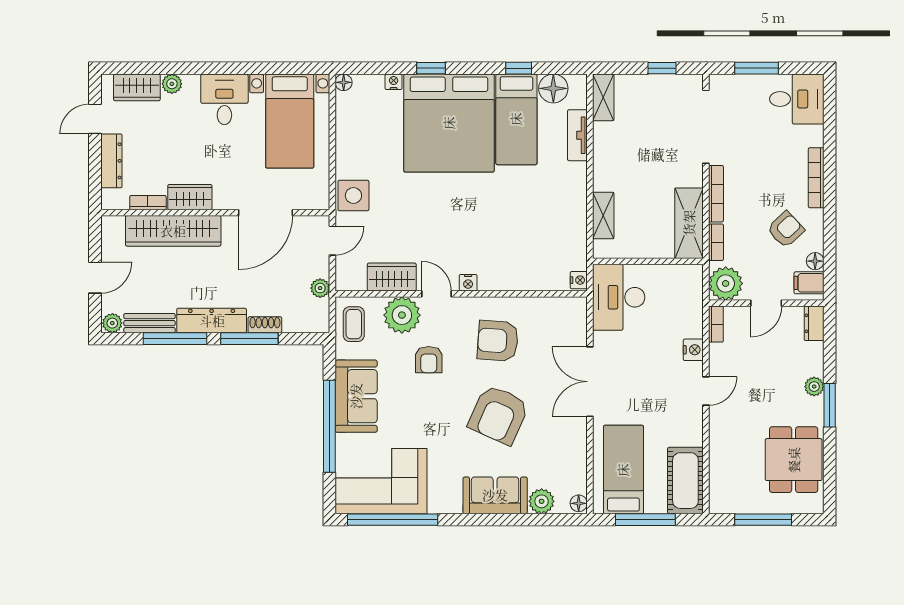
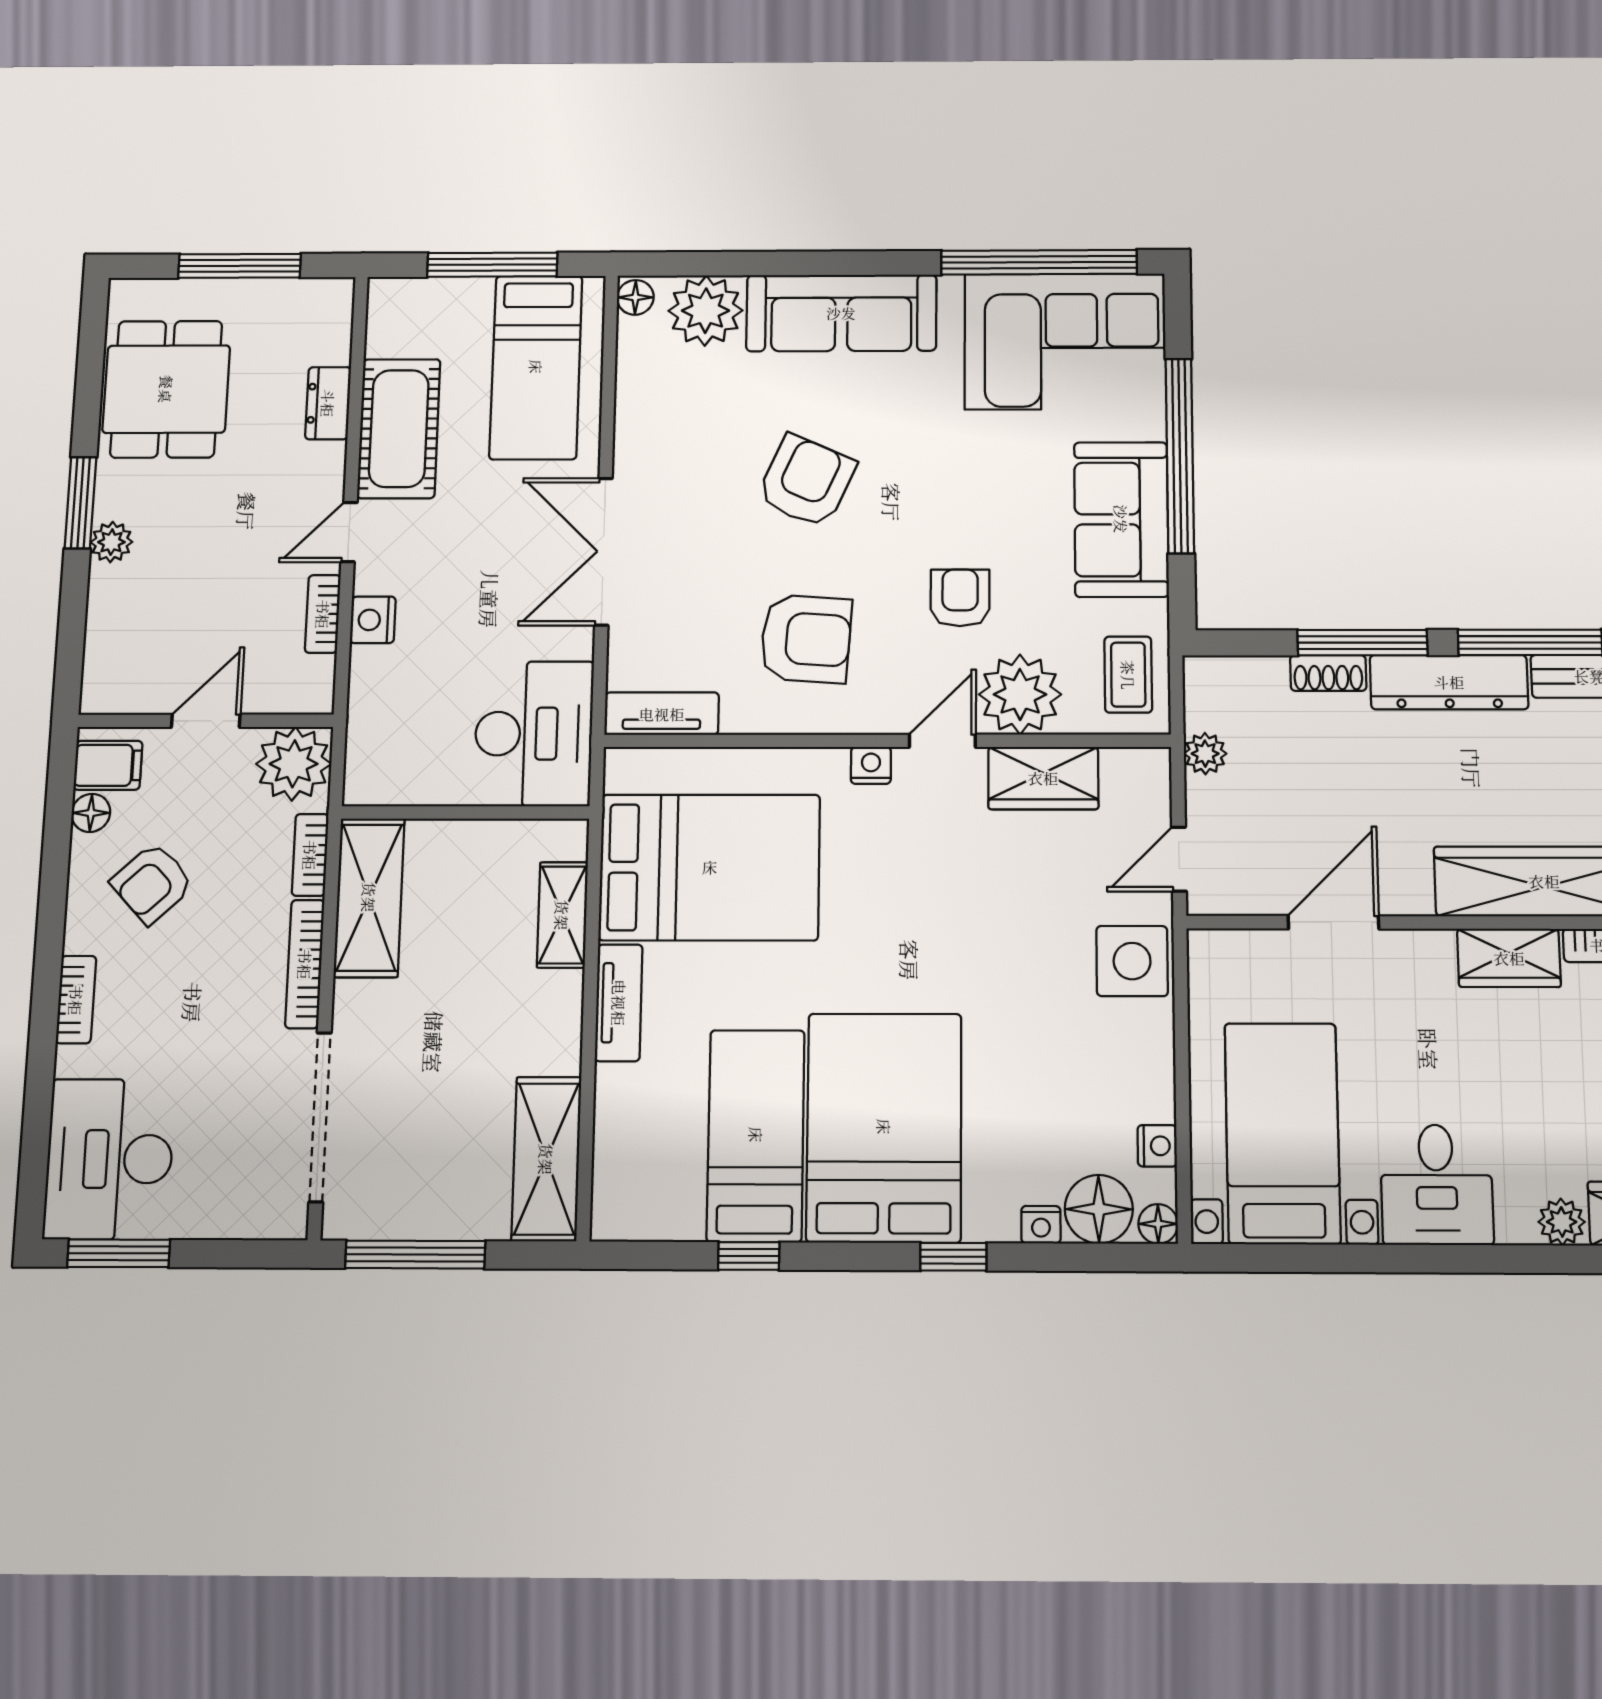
window: (662, 68) -> (415, 1255), width x2.17
window: (756, 68) -> (119, 1253), moved
floor lamp: (553, 88) -> (1099, 1209), moved
shelving: (603, 97) -> (546, 1159), width x1.50, depth x1.33
desk: (797, 99) -> (109, 1159), width x1.37
bed: (449, 123) -> (884, 1127), width x0.73
tv unit: (577, 135) -> (619, 1003), moved
bookcase: (816, 178) -> (76, 1000), width x0.64
door: (265, 213) -> (1333, 922), width x0.73
bed: (539, 237) -> (710, 867), added
nightstand: (579, 280) -> (1157, 1146), moved, turned 180
door: (436, 294) -> (942, 741), swing flipped
tv unit: (562, 306) -> (662, 714), added
dresser: (814, 323) -> (328, 403), moved, turned 180
bookcase: (716, 324) -> (323, 614), moved
double door: (590, 382) -> (603, 551), swing flipped
armchair: (499, 415) -> (806, 481), width x0.73, depth x0.73
cot: (685, 481) -> (399, 429), moved
sofa: (495, 495) -> (841, 313), width x1.36
plant: (542, 501) -> (706, 311), width x1.36, depth x1.36

